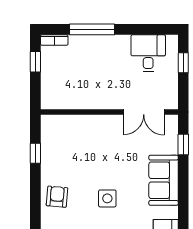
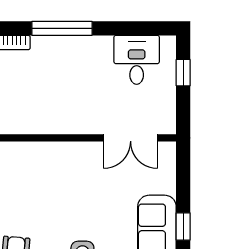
window: (183, 144) -> (183, 226), moved

